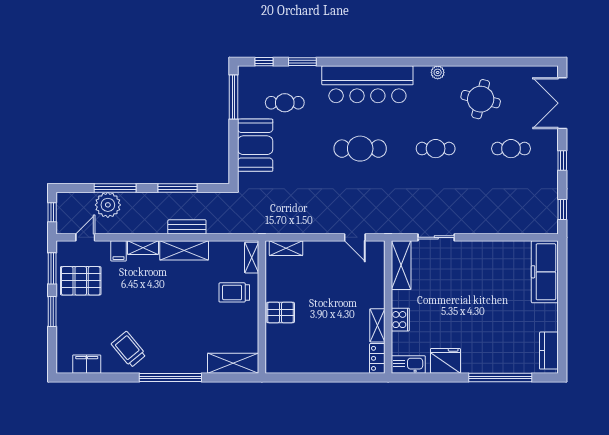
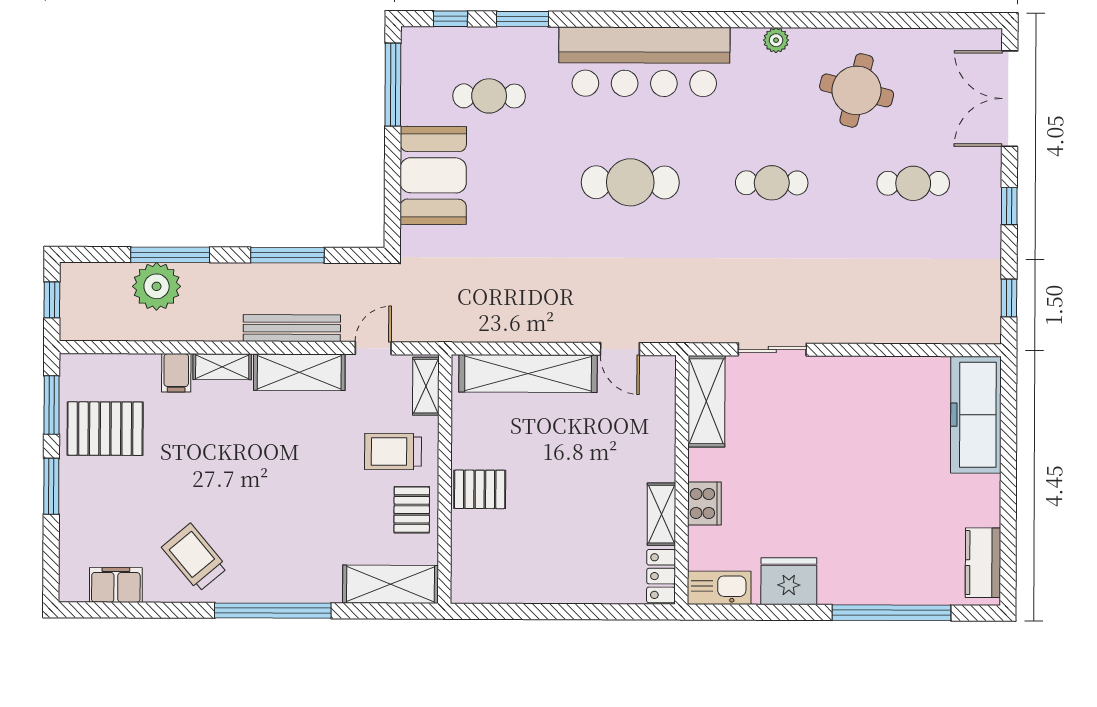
bench: (187, 227) -> (292, 328), width x1.36
door: (85, 237) -> (373, 348), moved
shelving: (286, 248) -> (528, 374), width x2.20, depth x1.33
pallet: (244, 323) -> (412, 510), added

